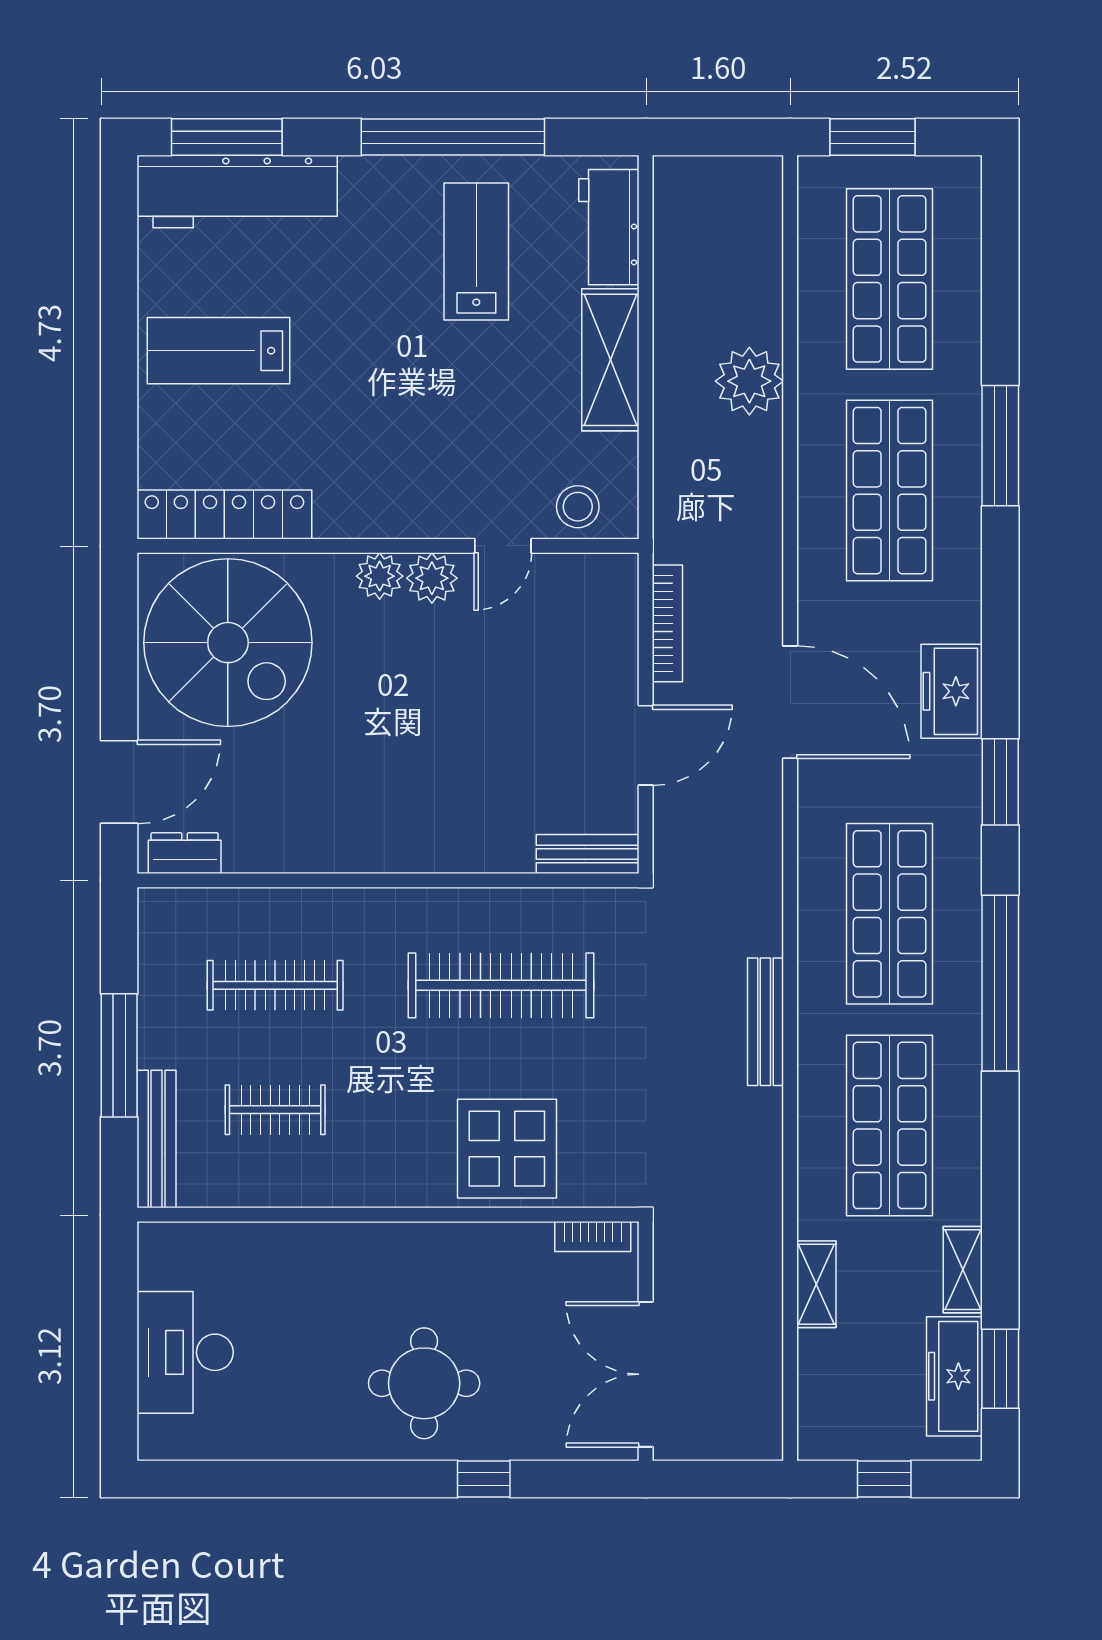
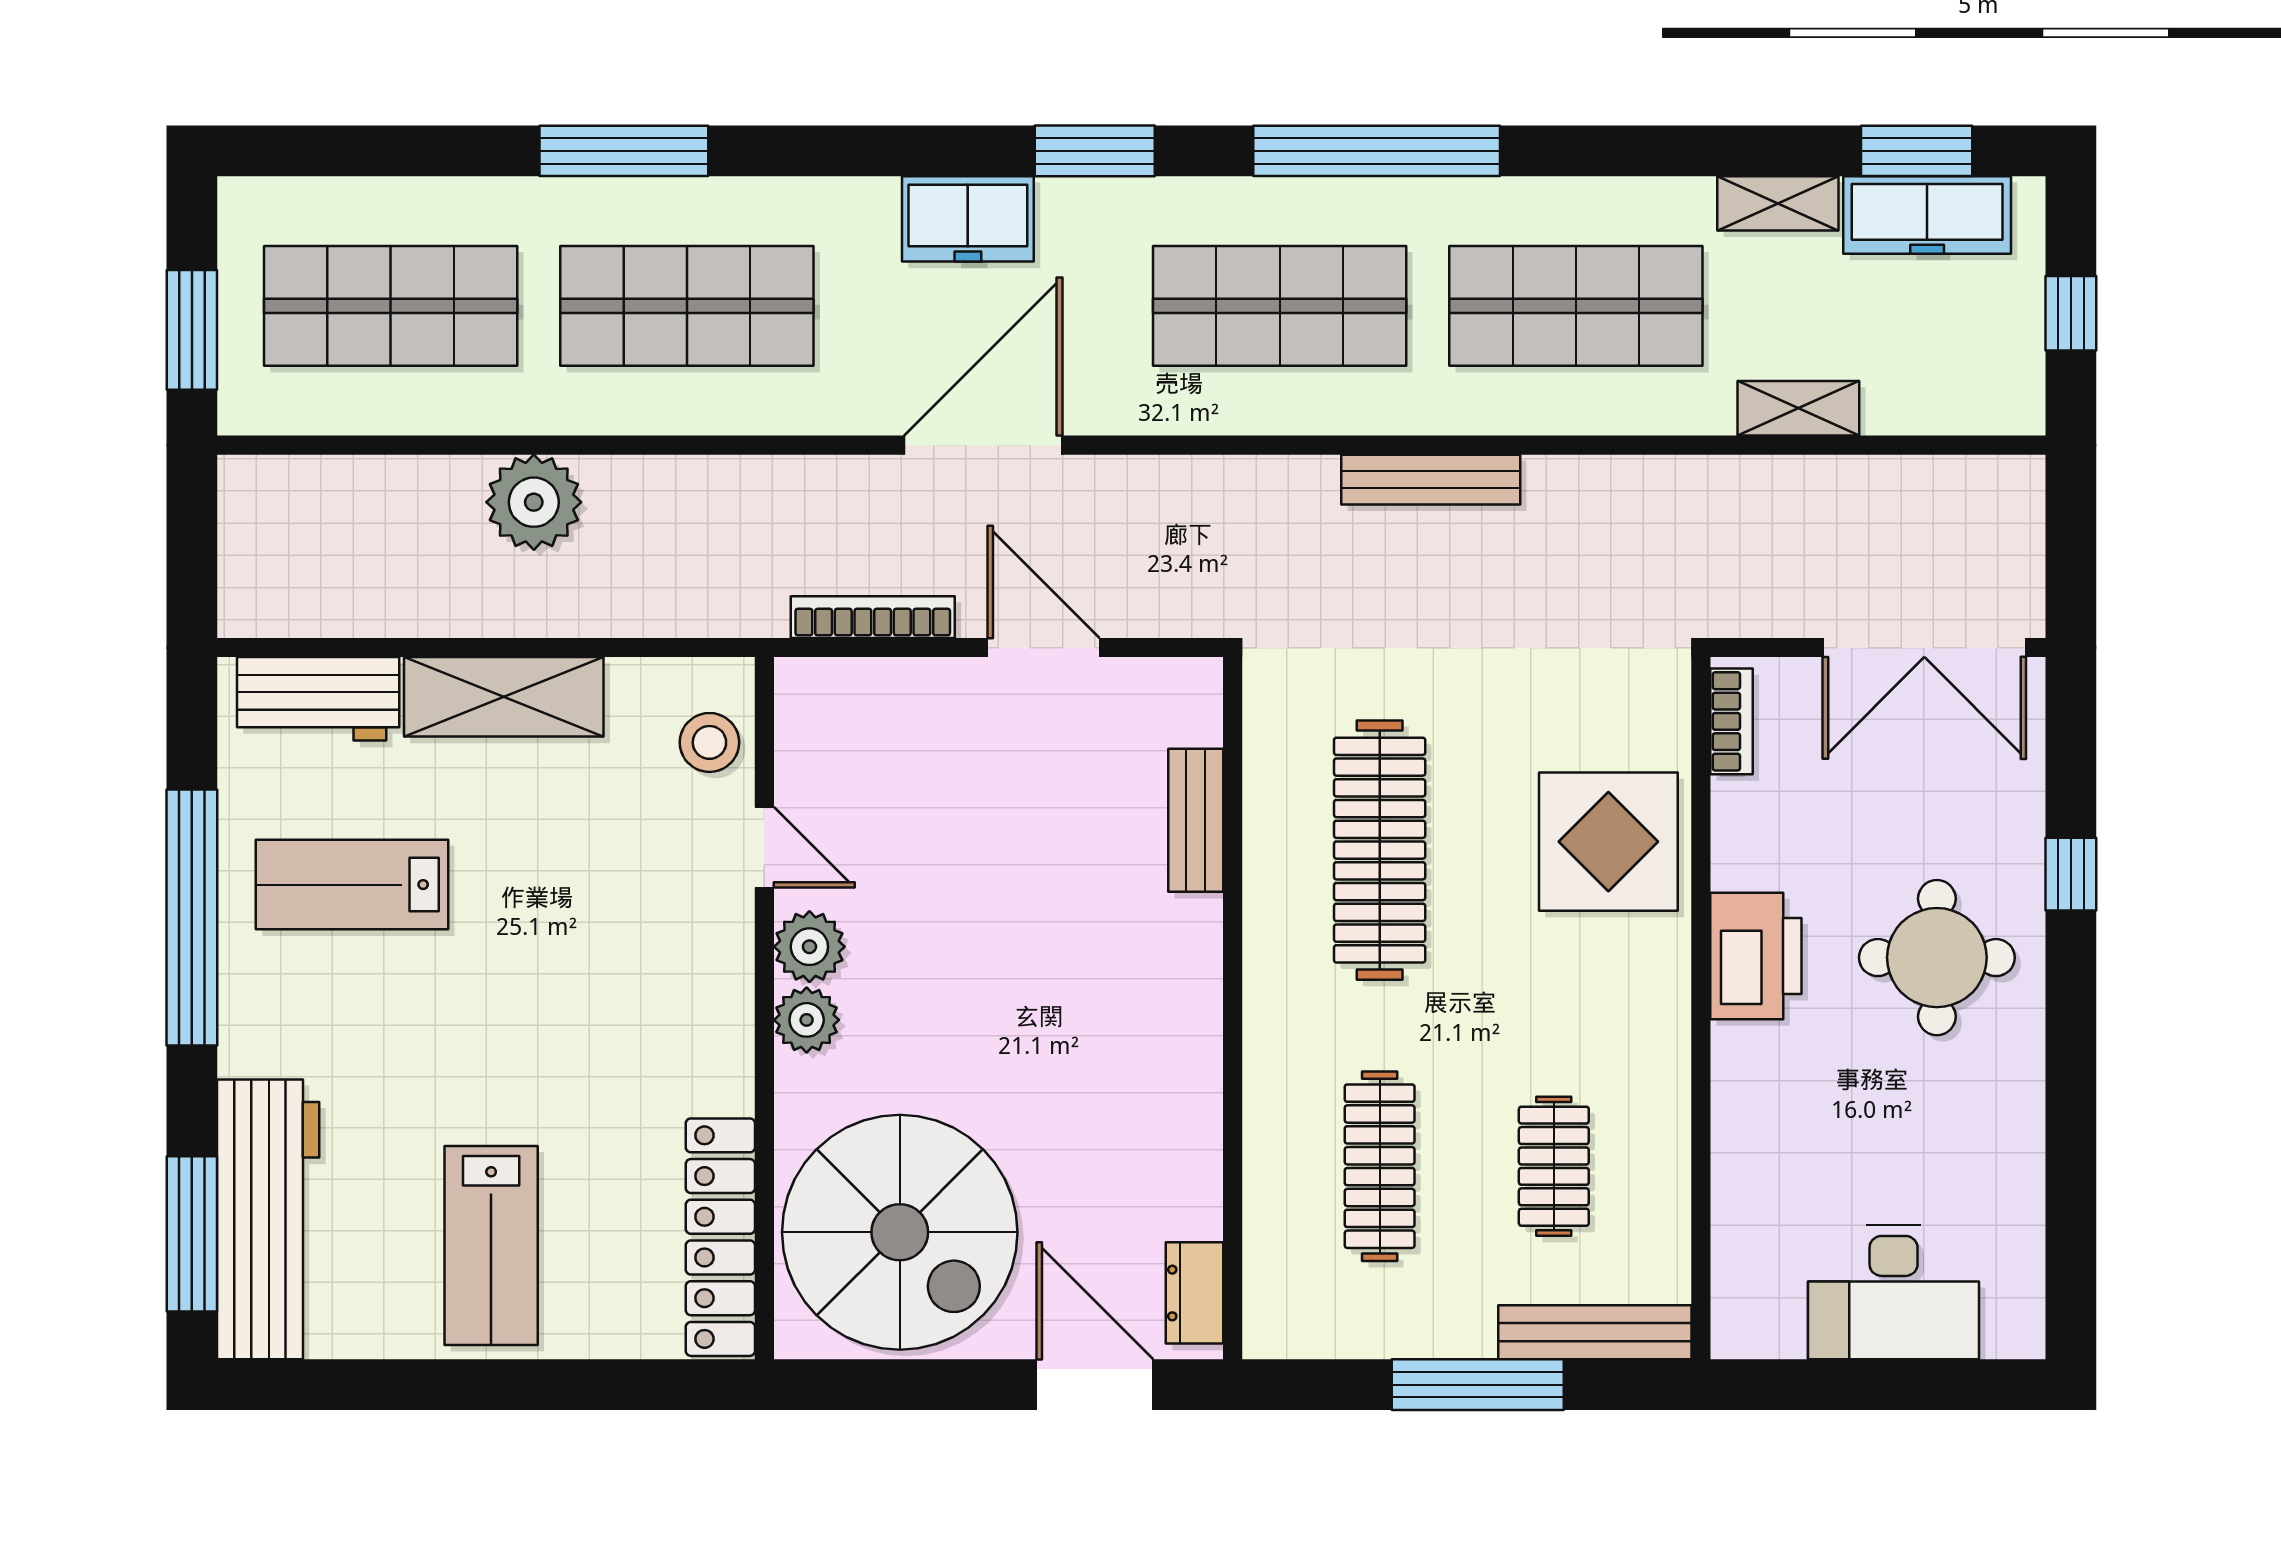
spiral stairs: (228, 643) -> (900, 1232), turned 90
bench: (588, 854) -> (1196, 820), moved
printer: (425, 1254) -> (1756, 956), added

